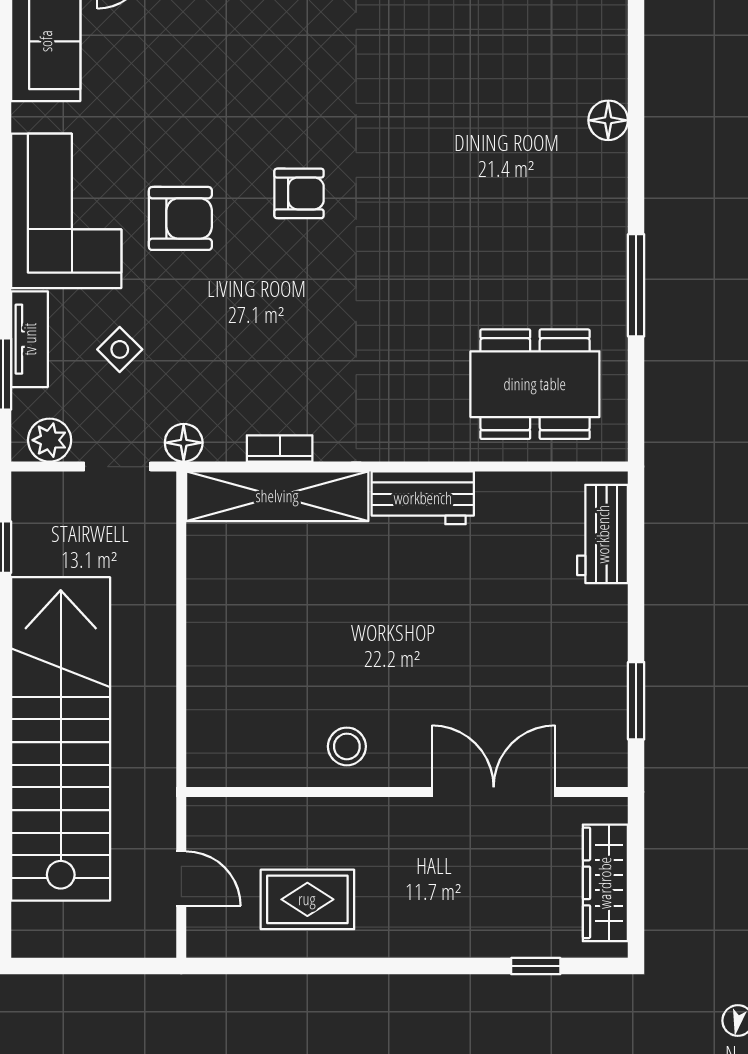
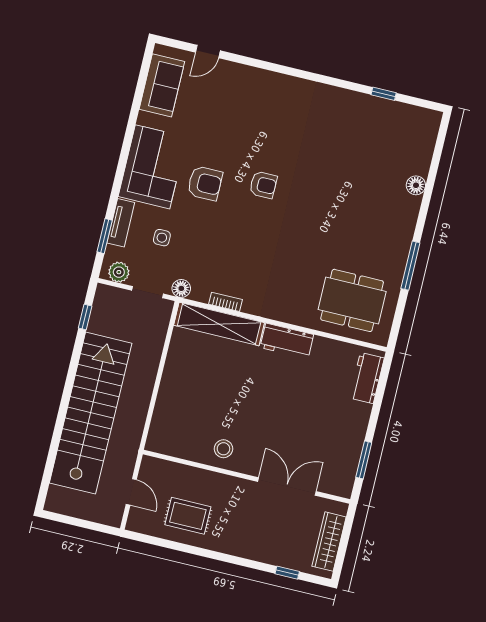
side table: (120, 349) -> (162, 238), turned 45

